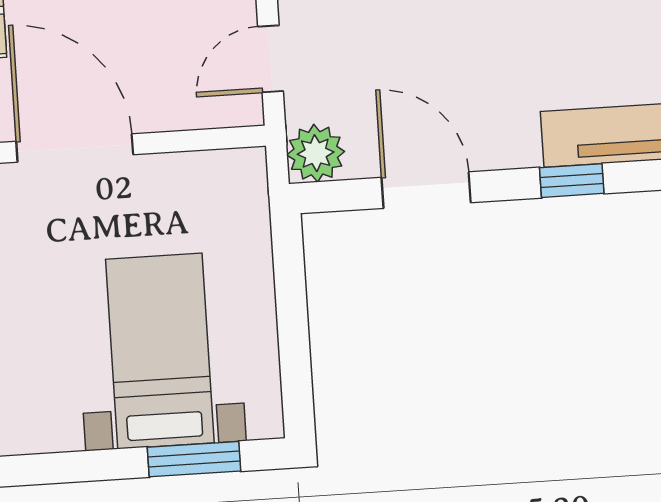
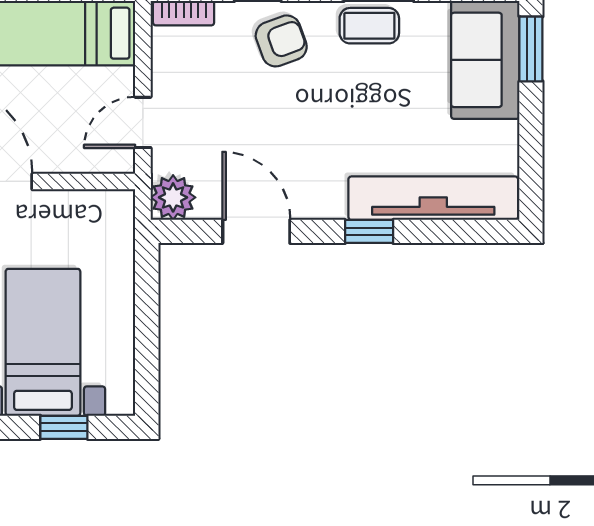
window: (194, 459) -> (64, 427), width x0.67

